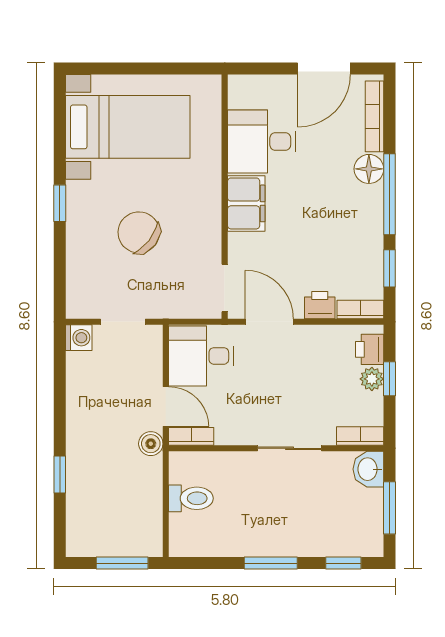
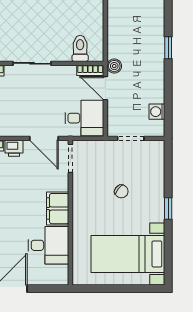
chair: (139, 232) -> (121, 191), width x0.54, depth x0.54
washing machine: (79, 338) -> (157, 112), moved
toilet: (191, 498) -> (80, 48), moved, turned 90

